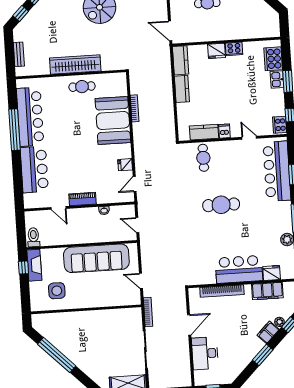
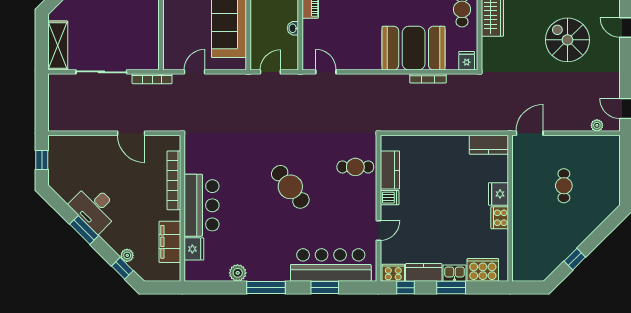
kitchen counter: (182, 89) -> (424, 272), moved, turned 180
fridge: (125, 165) -> (467, 61), moved
cafe table: (221, 205) -> (290, 187), turned -38
filing cabinet: (268, 332) -> (114, 239), removed
desk: (205, 353) -> (95, 208), moved, turned -135

